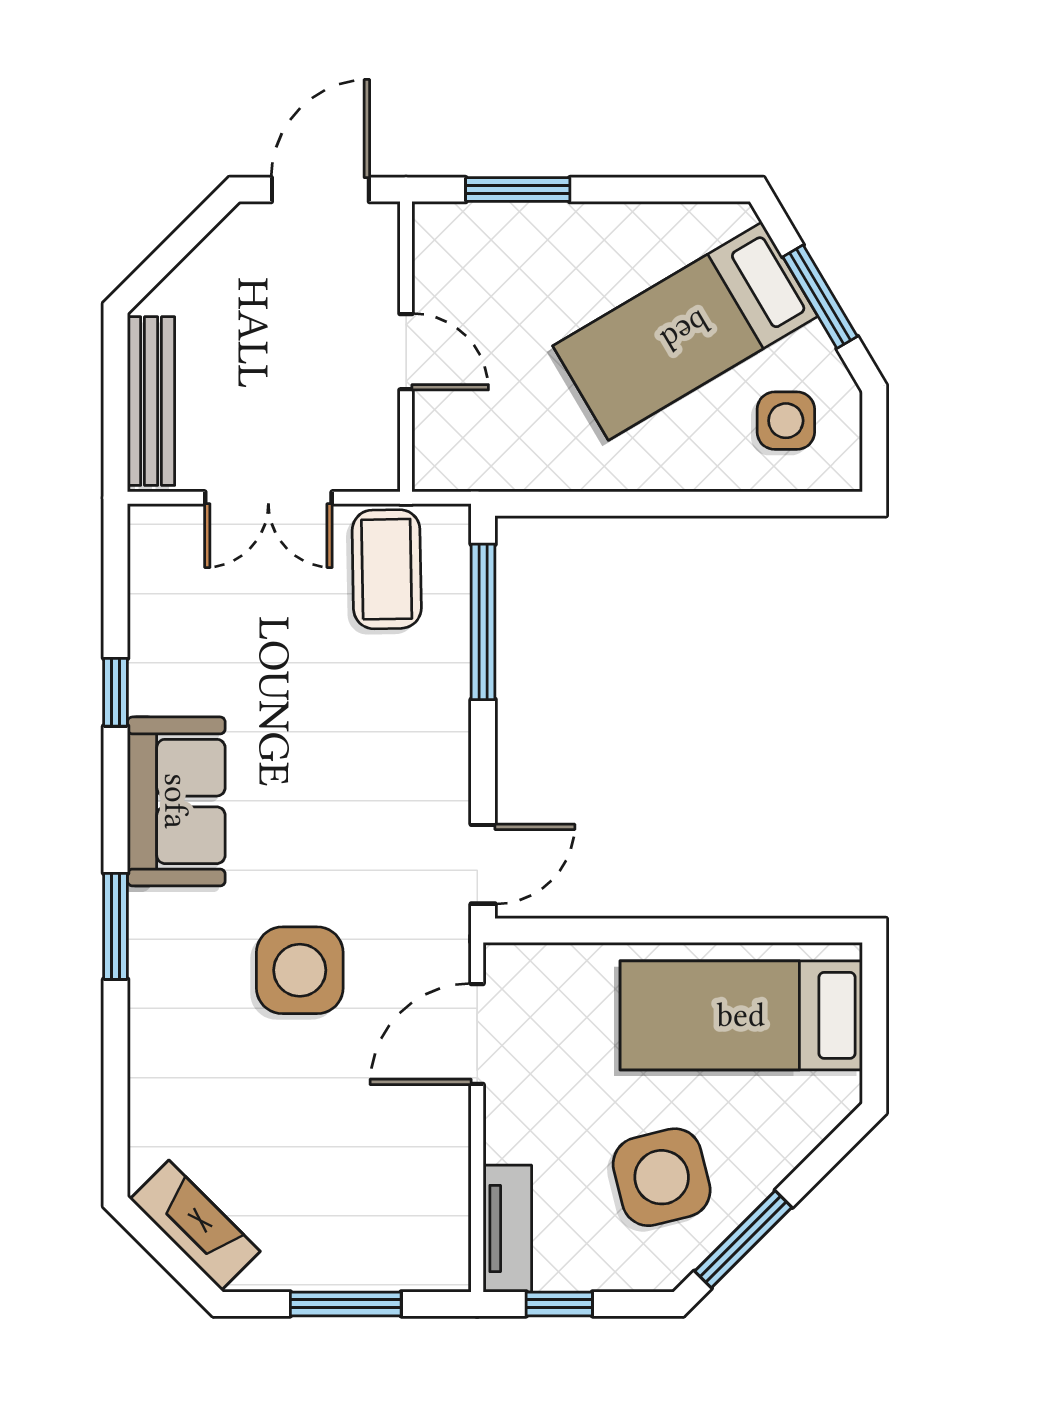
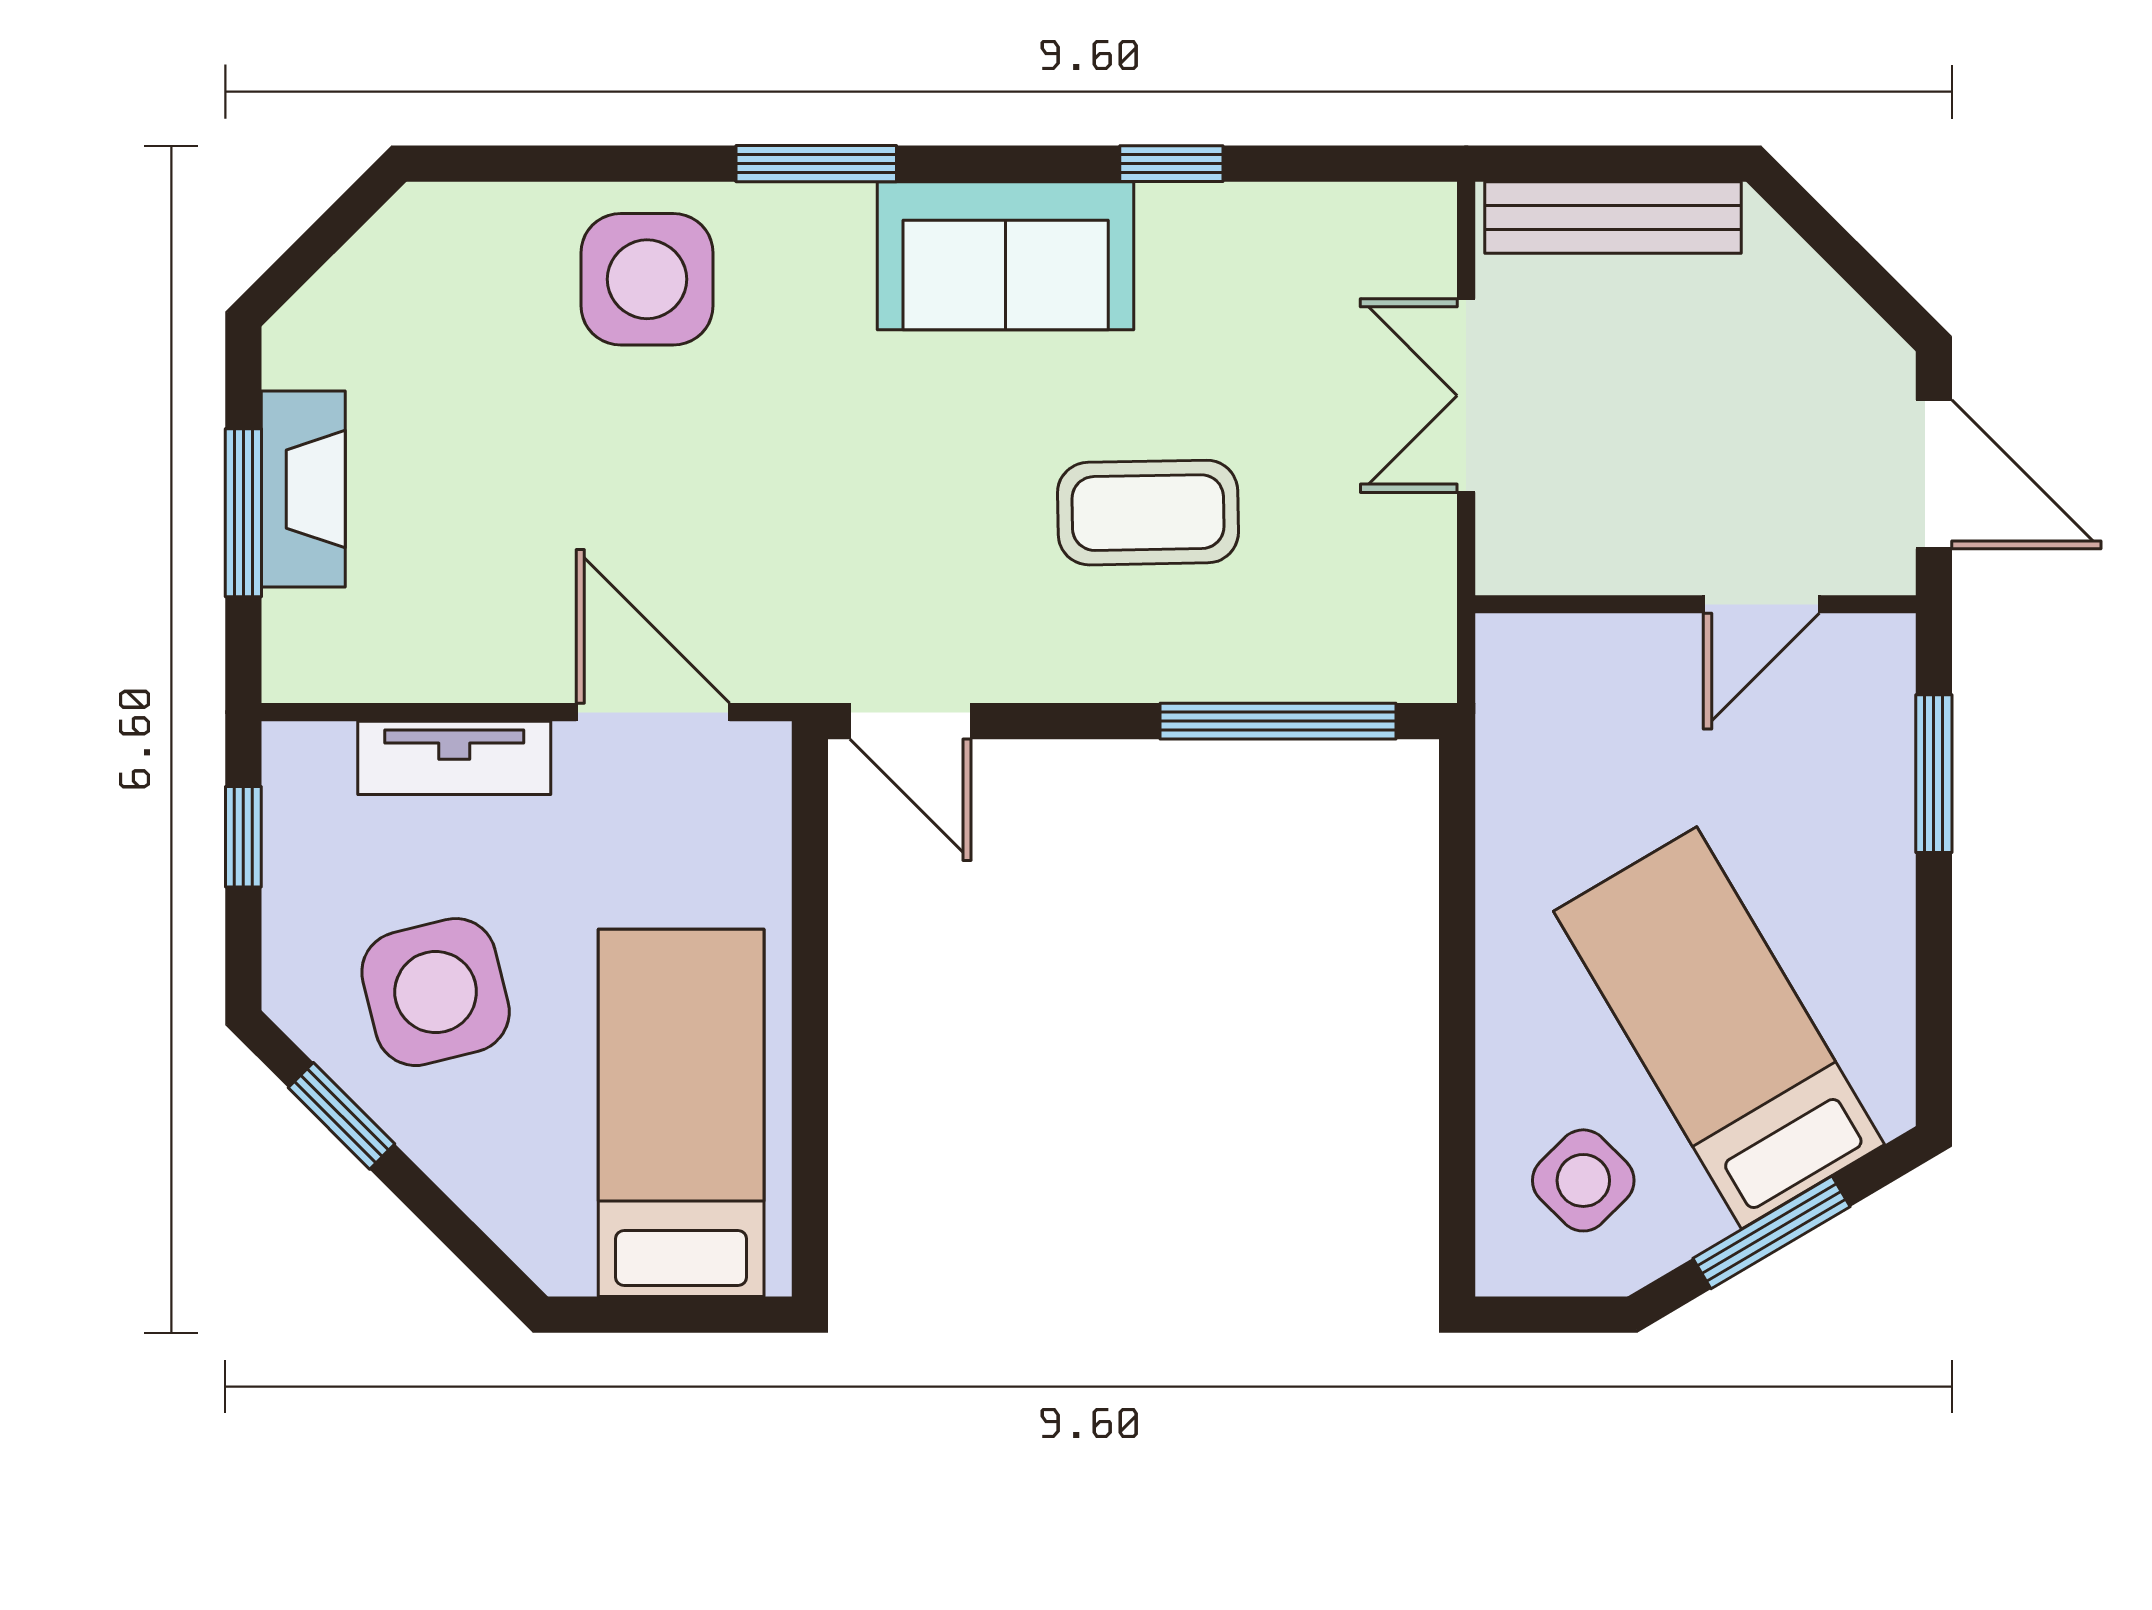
door: (406, 352) -> (1761, 604), moved
side table: (786, 421) -> (1583, 1180), turned 45
coffee table: (387, 569) -> (1148, 513), moved
side table: (300, 970) -> (647, 279), moved
fireplace: (195, 1225) -> (303, 489), moved, turned -45
tv unit: (507, 1229) -> (454, 758), moved
window: (743, 1239) -> (342, 1116), width x0.67

